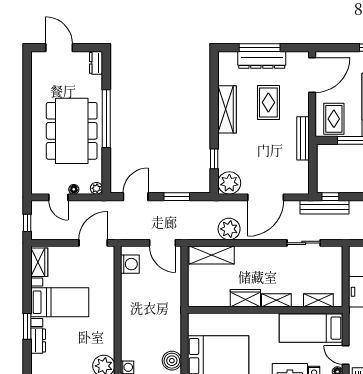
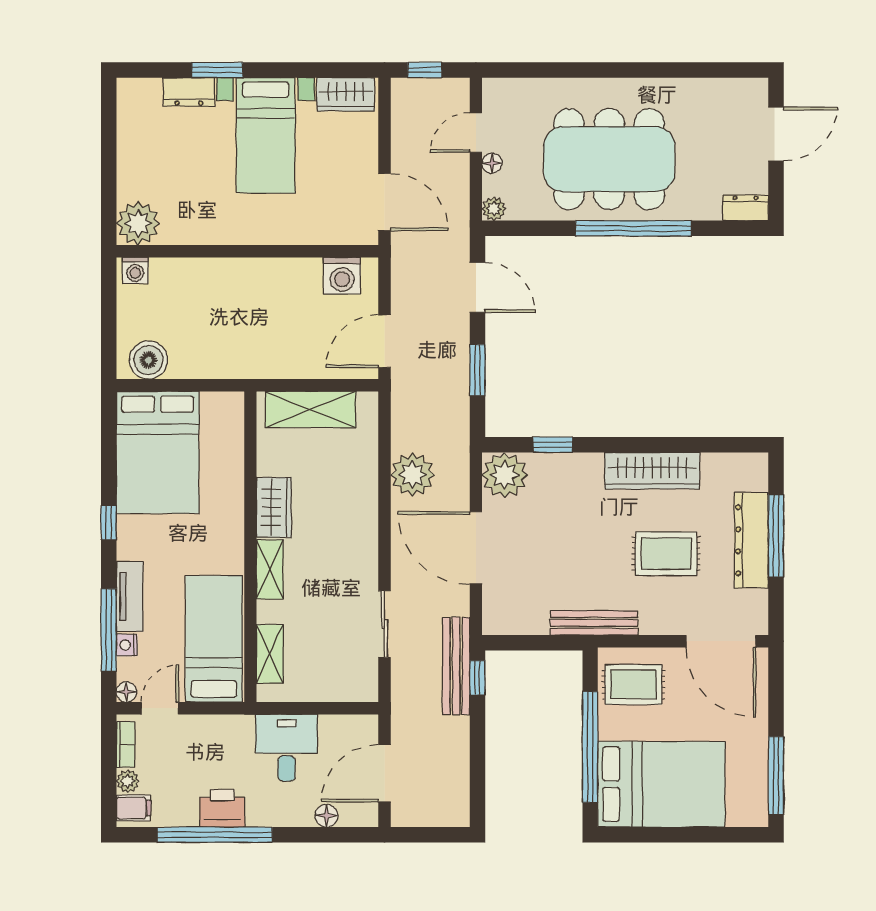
shelving: (212, 255) -> (310, 409), moved, turned 90

